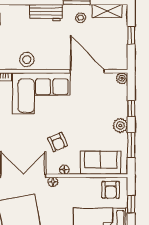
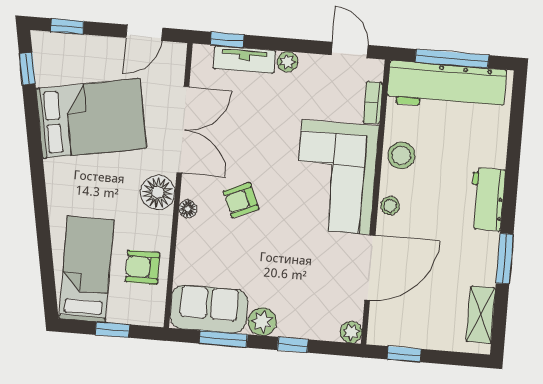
stool: (81, 18) -> (390, 206), moved
window: (131, 35) -> (404, 354), moved
sofa: (101, 163) -> (209, 309), moved, turned -90
floor lamp: (53, 182) -> (158, 192), width x1.89, depth x1.89
armchair: (111, 190) -> (143, 267), moved

